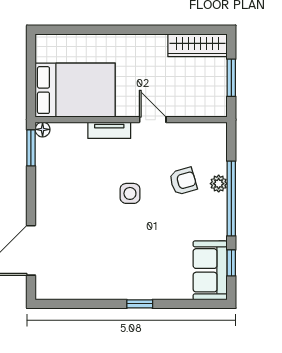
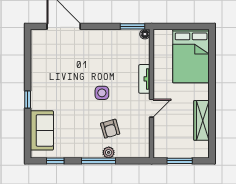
wardrobe: (198, 45) -> (202, 120), moved
bed: (75, 90) -> (191, 56), moved
window: (231, 199) -> (98, 161), width x0.68
sofa: (210, 270) -> (42, 130), moved, turned 90

